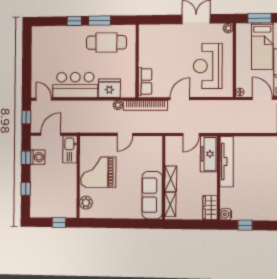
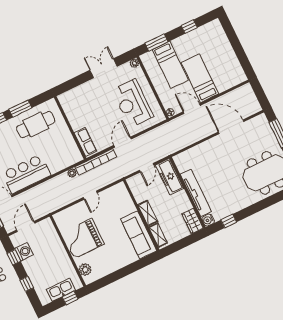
fridge: (109, 88) -> (58, 162), removed
kitchen sink: (70, 149) -> (61, 290), moved, turned 90
tv unit: (227, 161) -> (196, 193), moved

